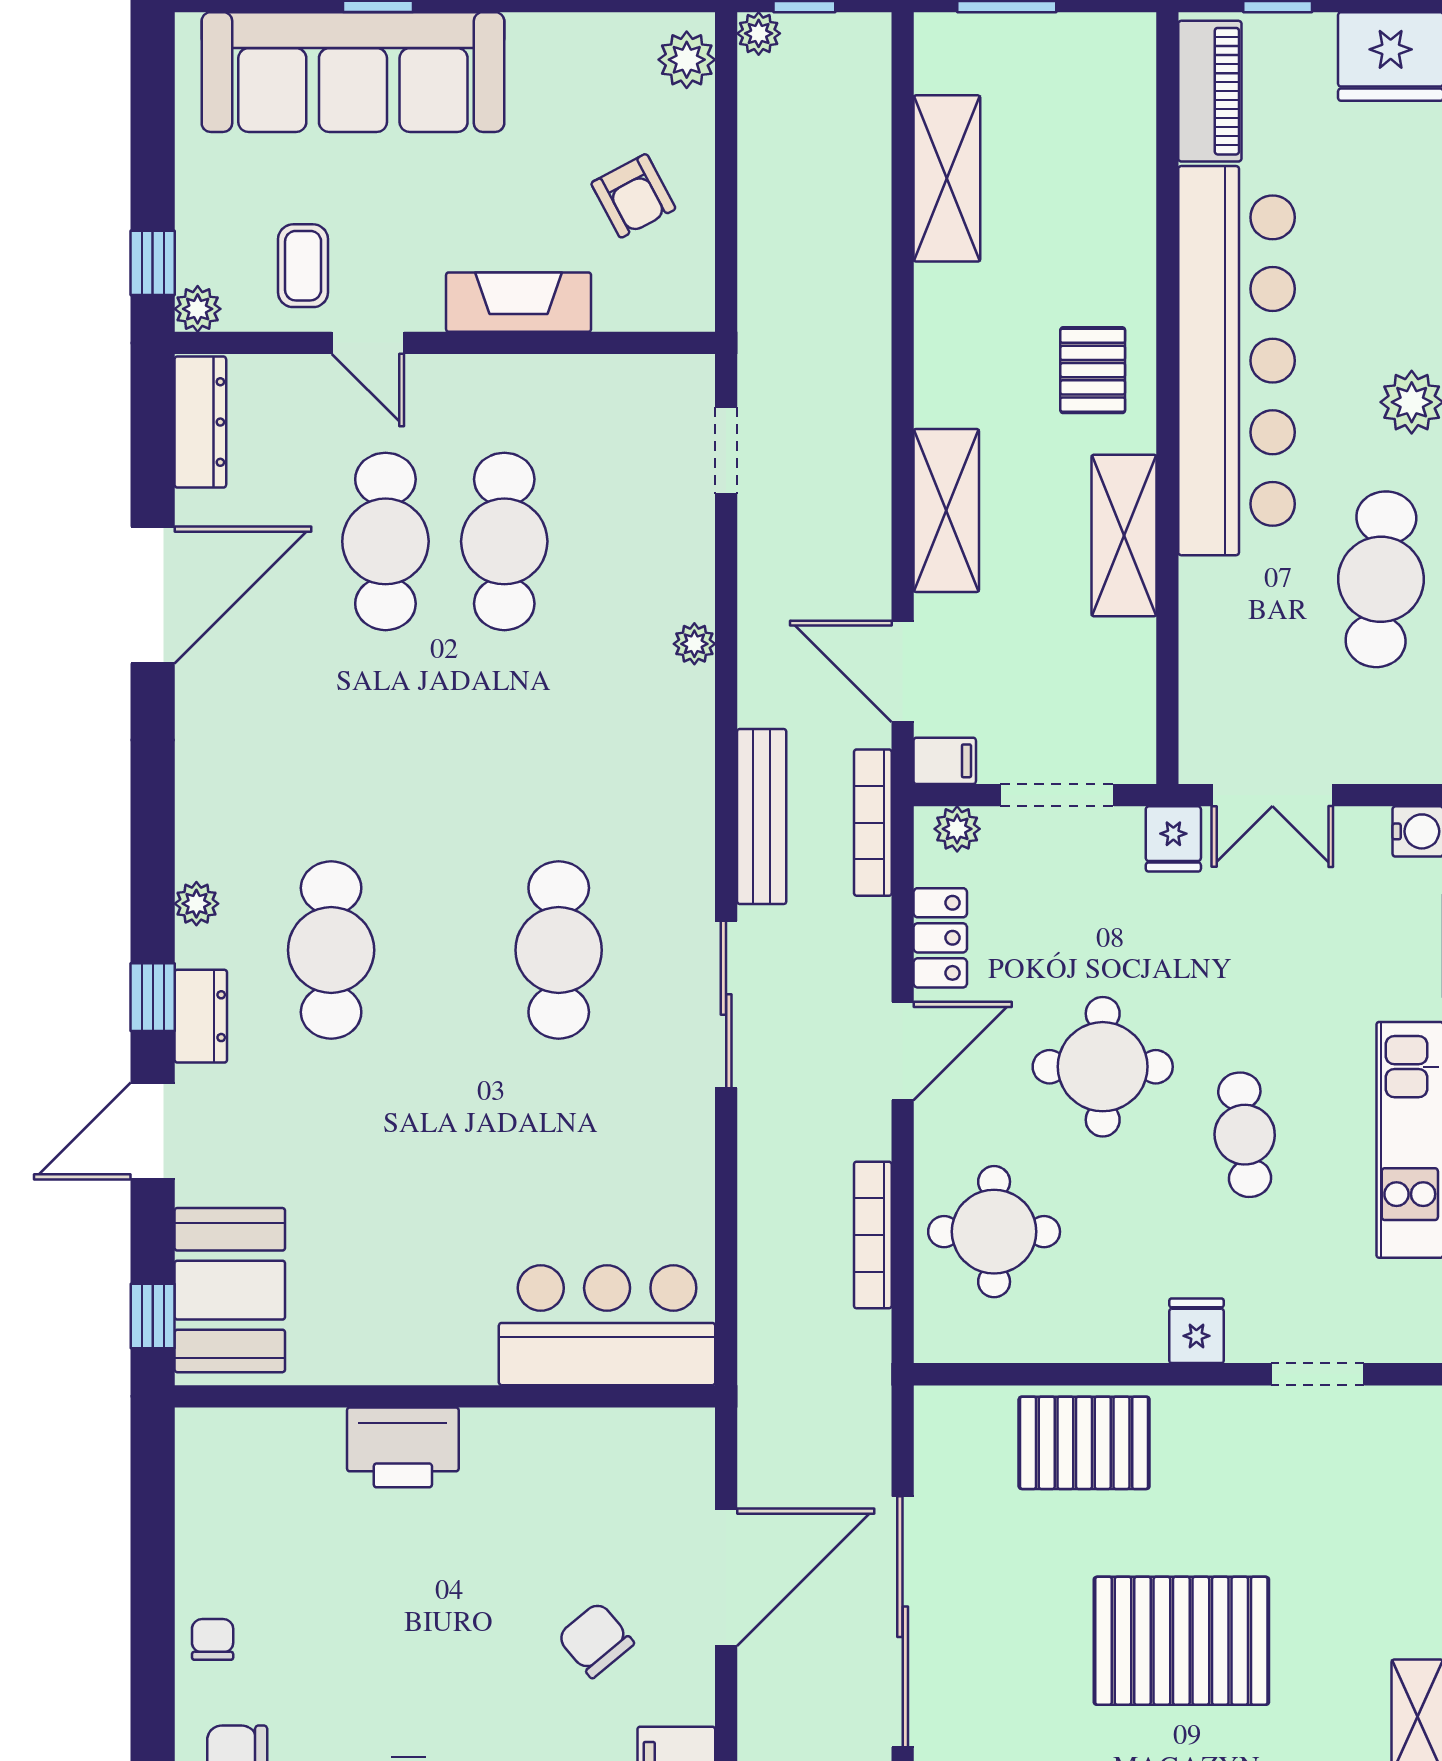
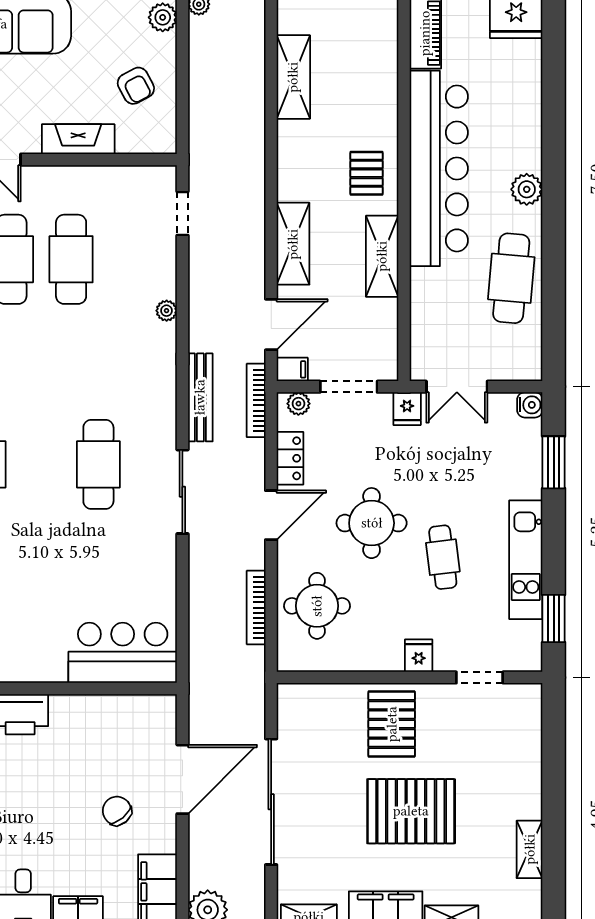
door: (903, 671) -> (271, 324), swing flipped
pallet: (1084, 1443) -> (392, 724), moved, turned 90

